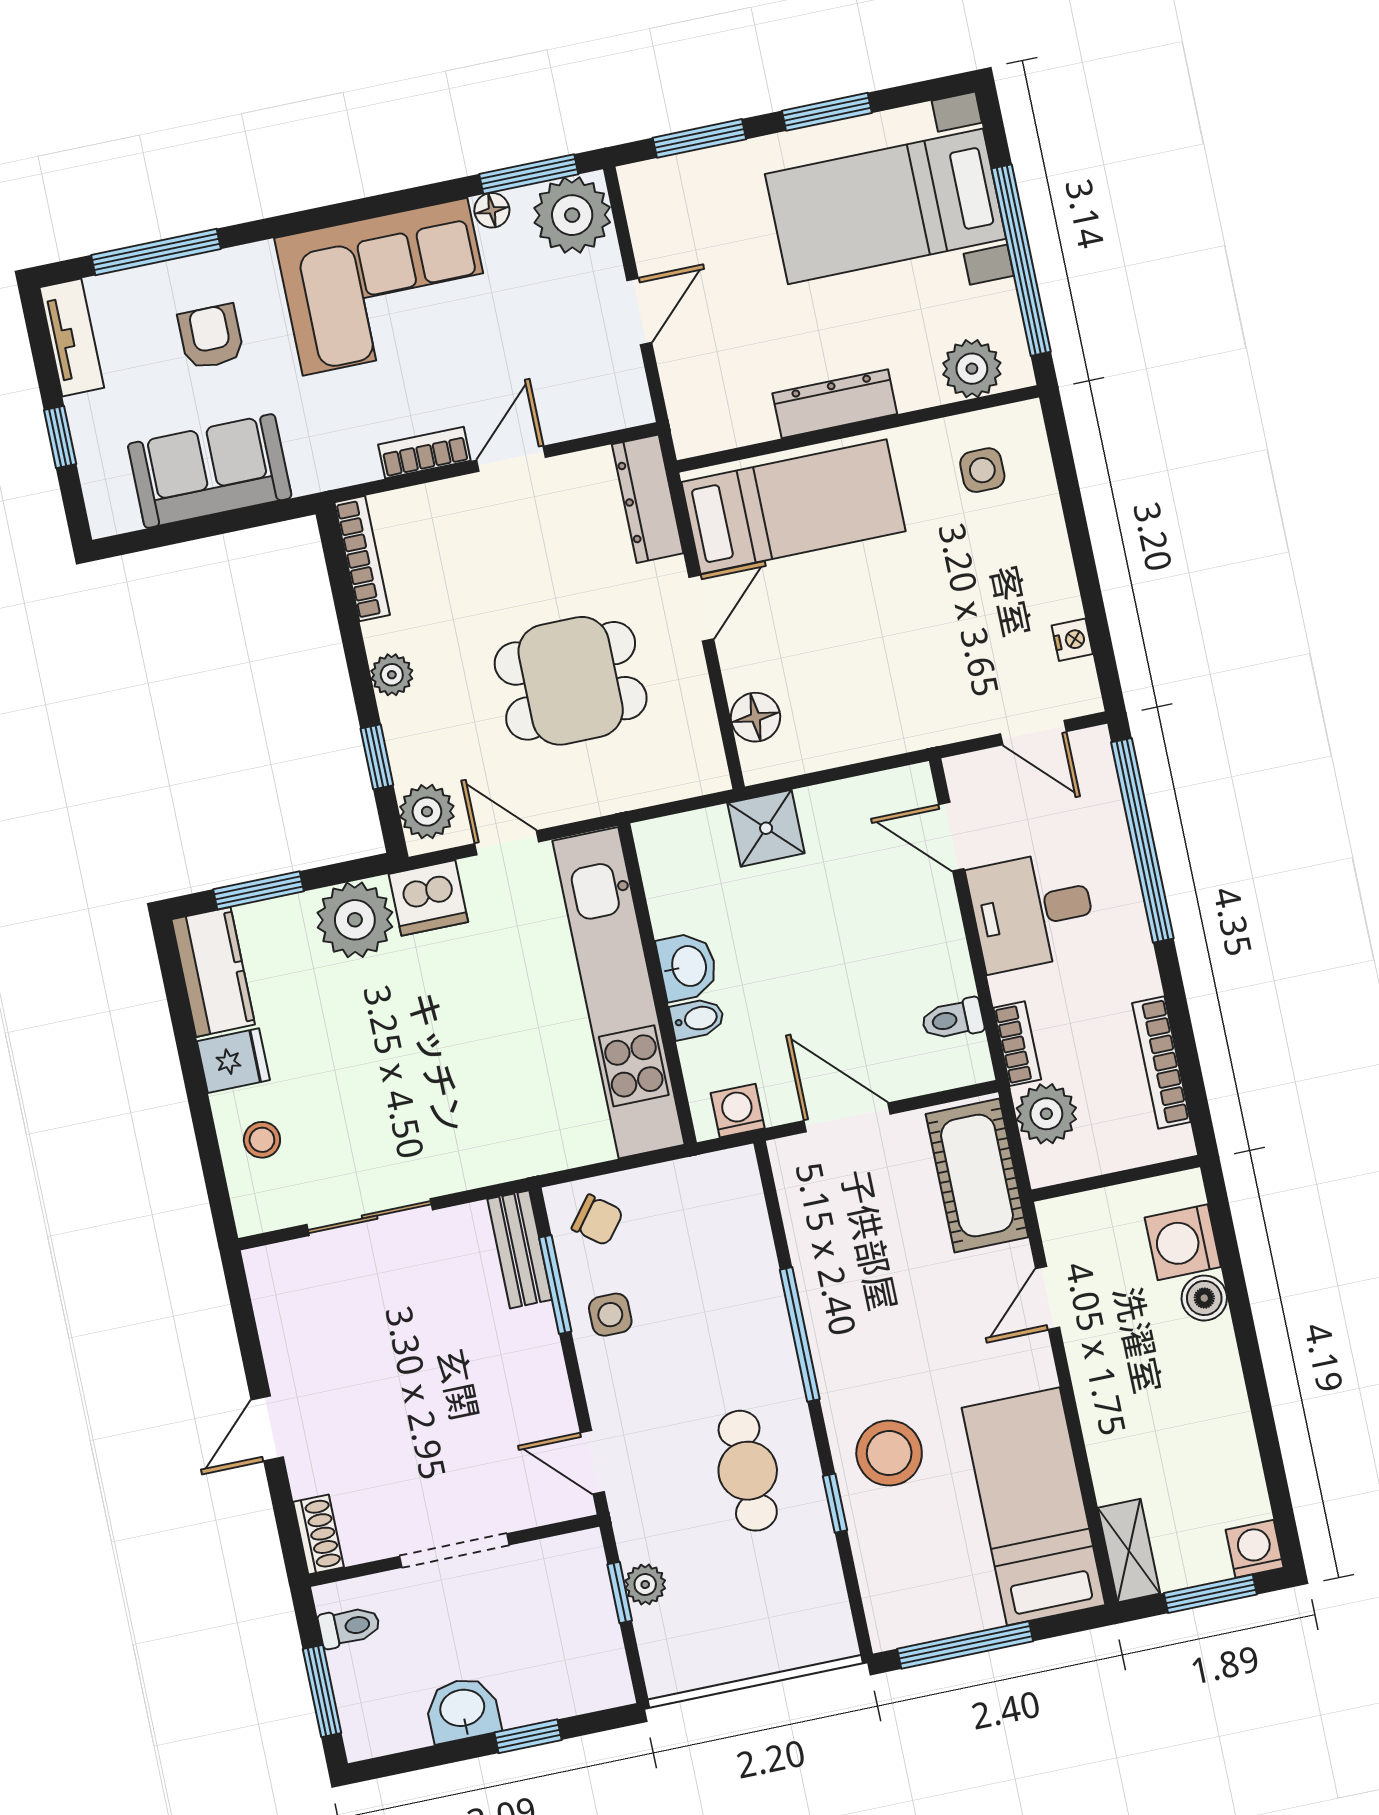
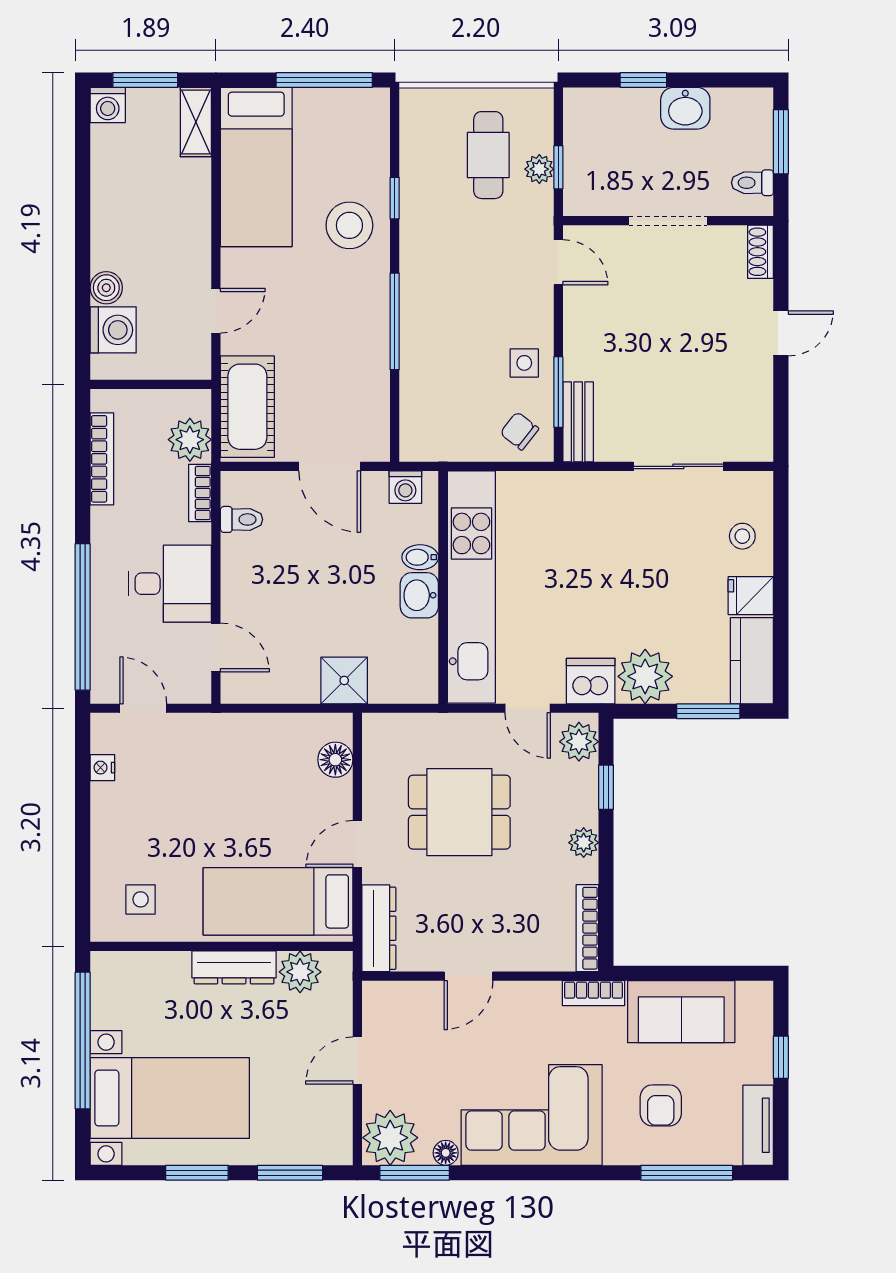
plant: (972, 369) -> (300, 972), moved
bookcase: (424, 453) -> (593, 993), moved
cafe table: (748, 1471) -> (488, 155), moved

